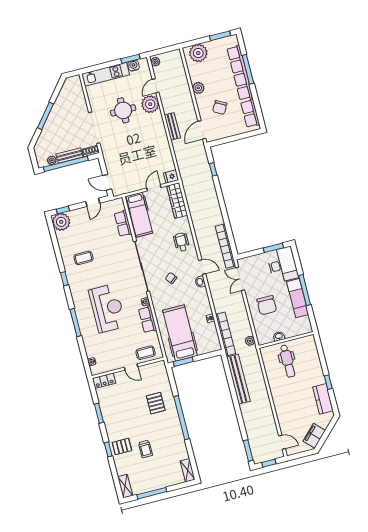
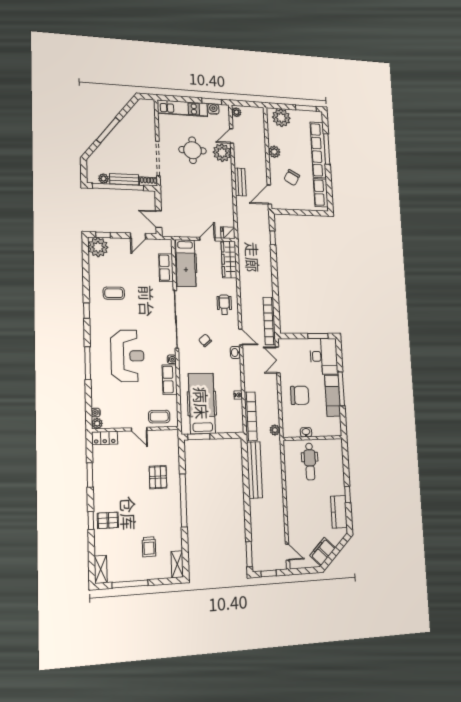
chair: (267, 305) -> (300, 395), turned -90
plant: (95, 370) -> (97, 423), added
trolley: (145, 449) -> (149, 547), moved

